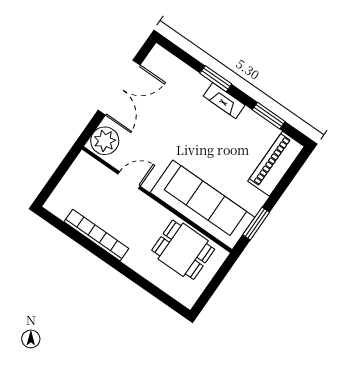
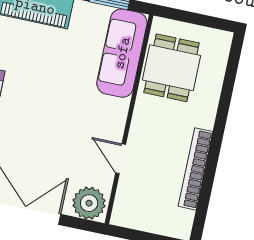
sofa: (203, 205) -> (122, 53), width x0.74, depth x0.79

